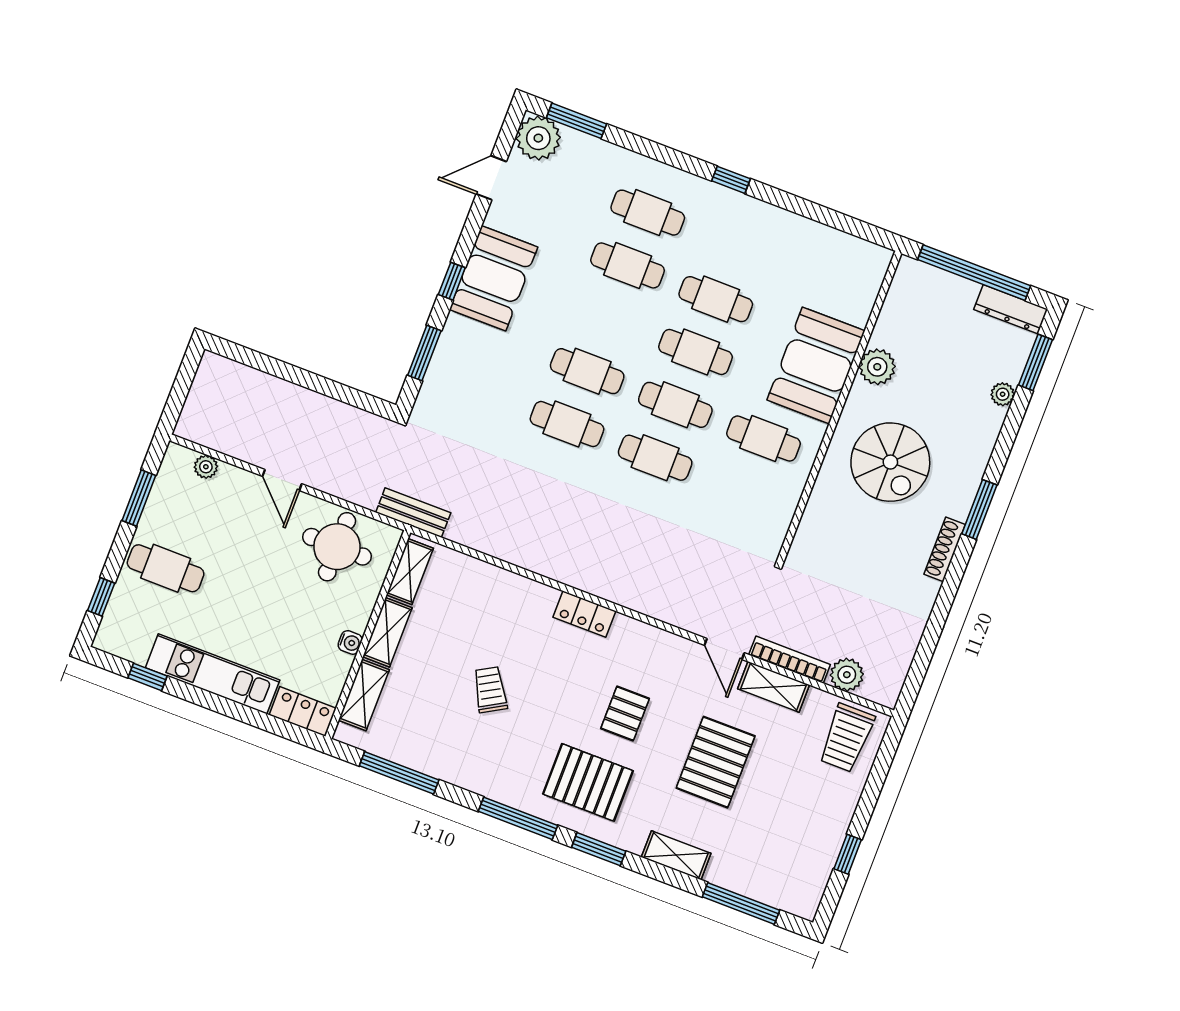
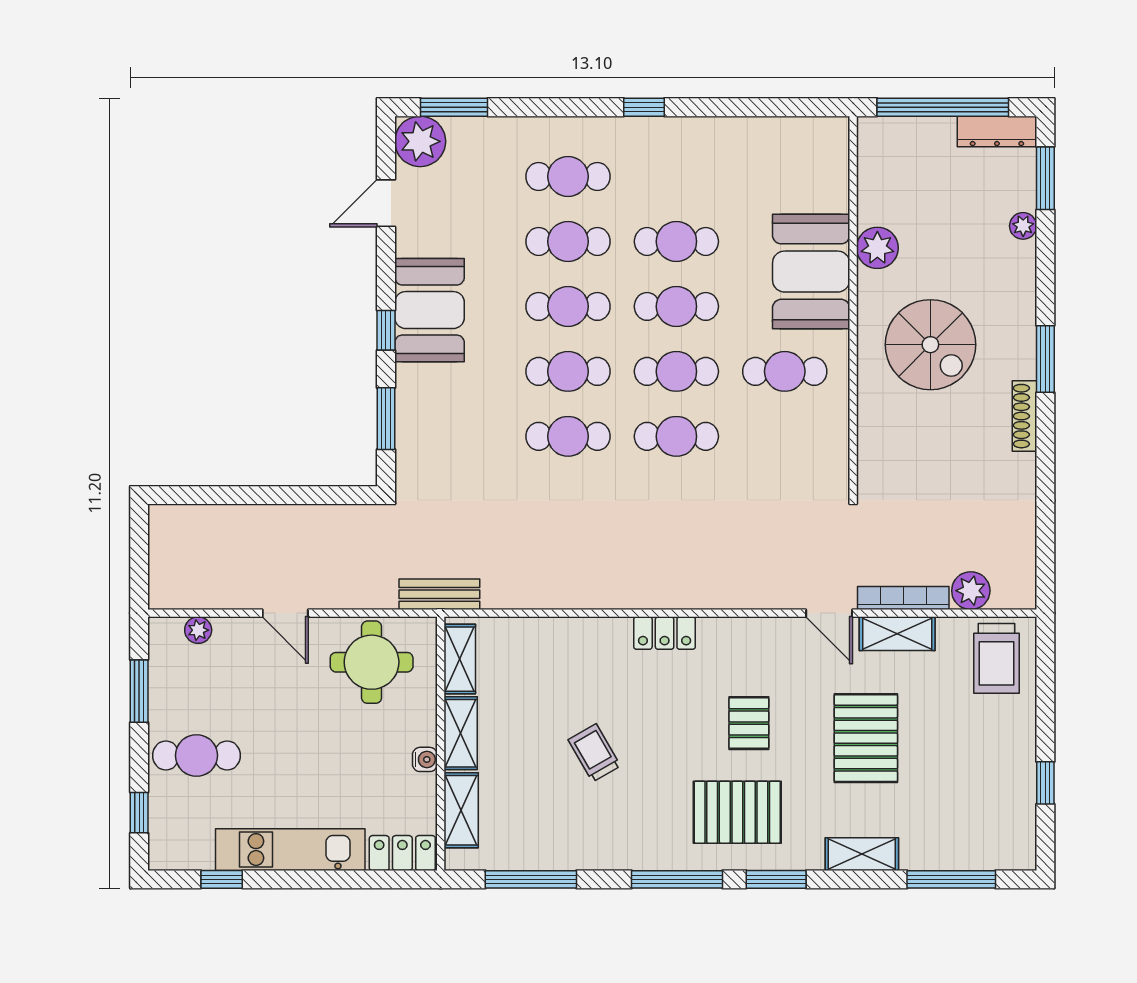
cafe table: (607, 318) -> (568, 306), added

